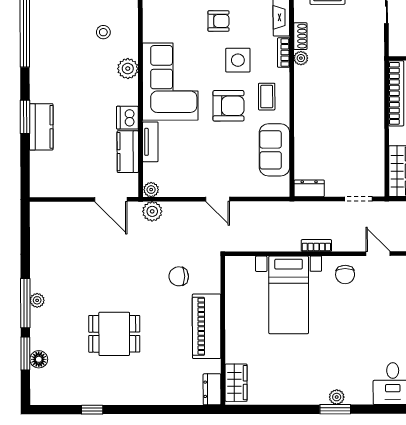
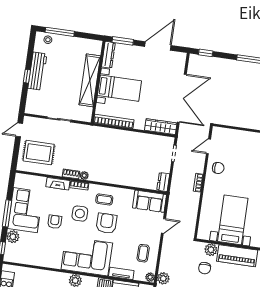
sofa: (274, 150) -> (150, 201), moved
coffee table: (188, 173) -> (143, 253), added
door: (218, 199) -> (163, 226), moved
plant: (210, 282) -> (211, 250), added
bed with nightstands: (289, 295) -> (233, 220), moved, turned -90

